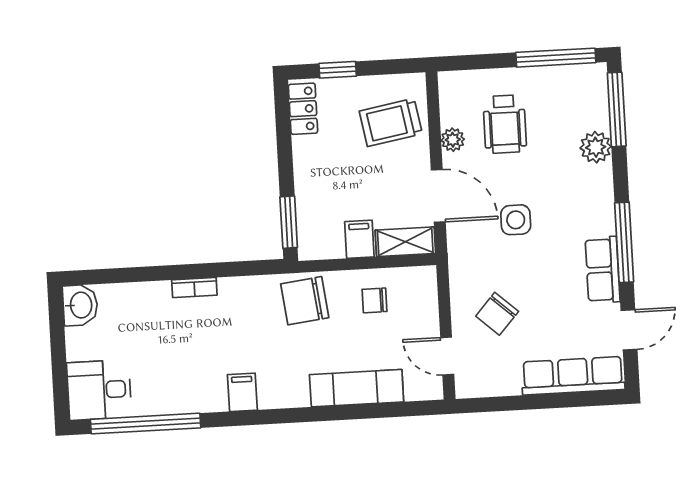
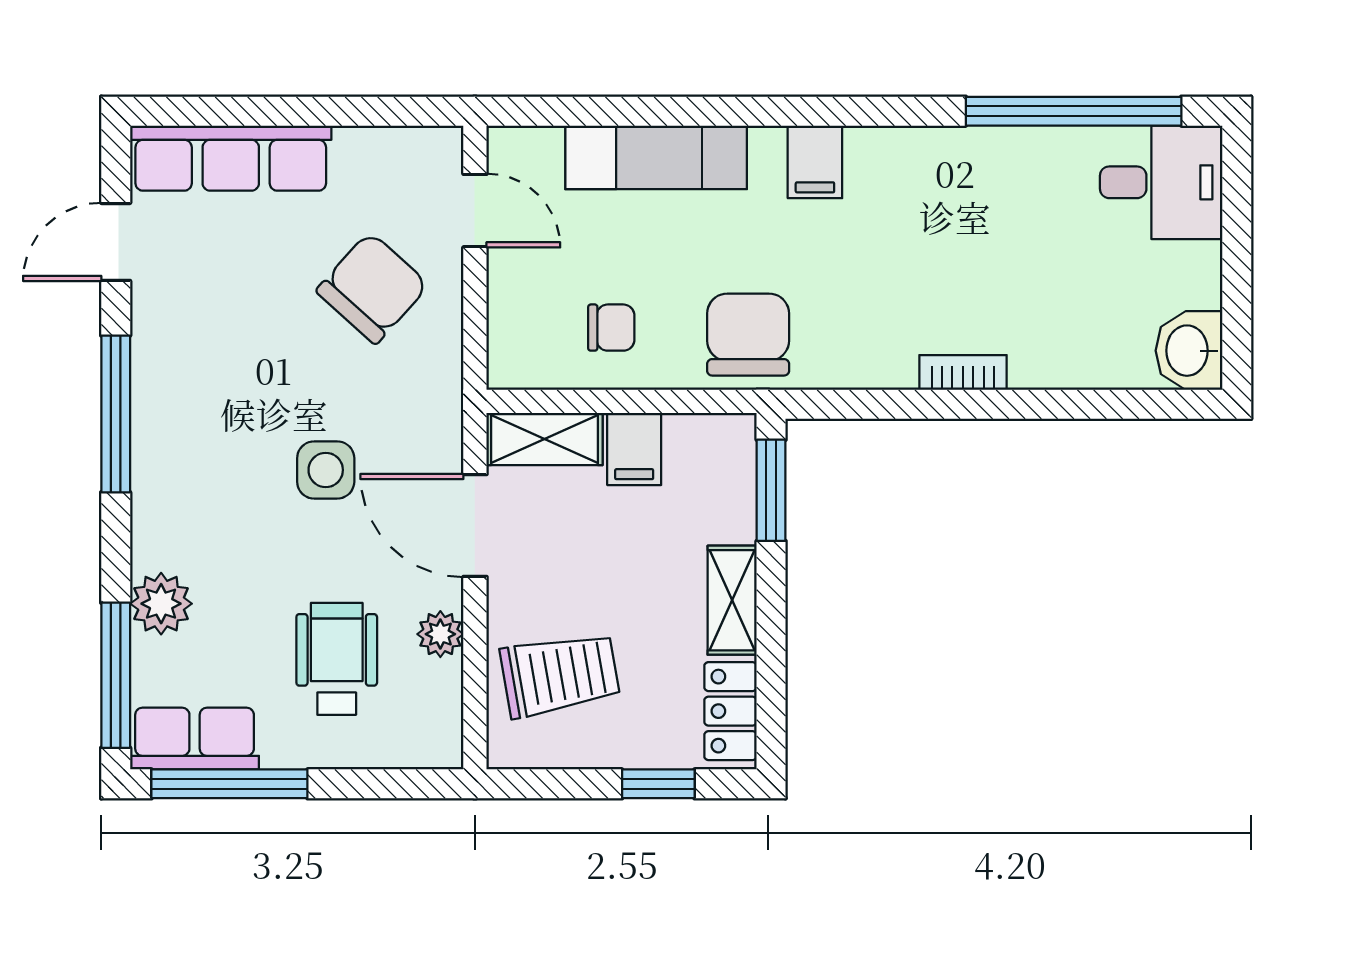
shelving: (305, 165) -> (732, 600), added
row of seats: (603, 270) -> (195, 739), moved, turned -90
chair: (305, 301) -> (748, 335), turned -83
chair: (497, 314) -> (372, 288), width x1.37, depth x1.37
filing cabinet: (242, 392) -> (815, 162), moved

